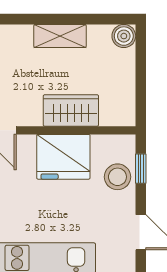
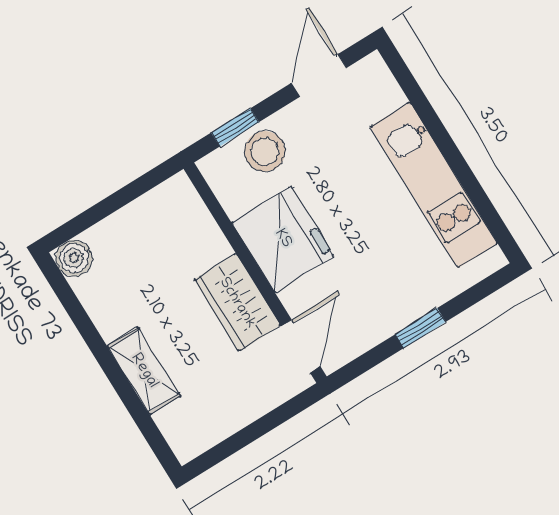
shelving: (60, 36) -> (144, 371), moved
wardrobe: (71, 110) -> (237, 303), moved

